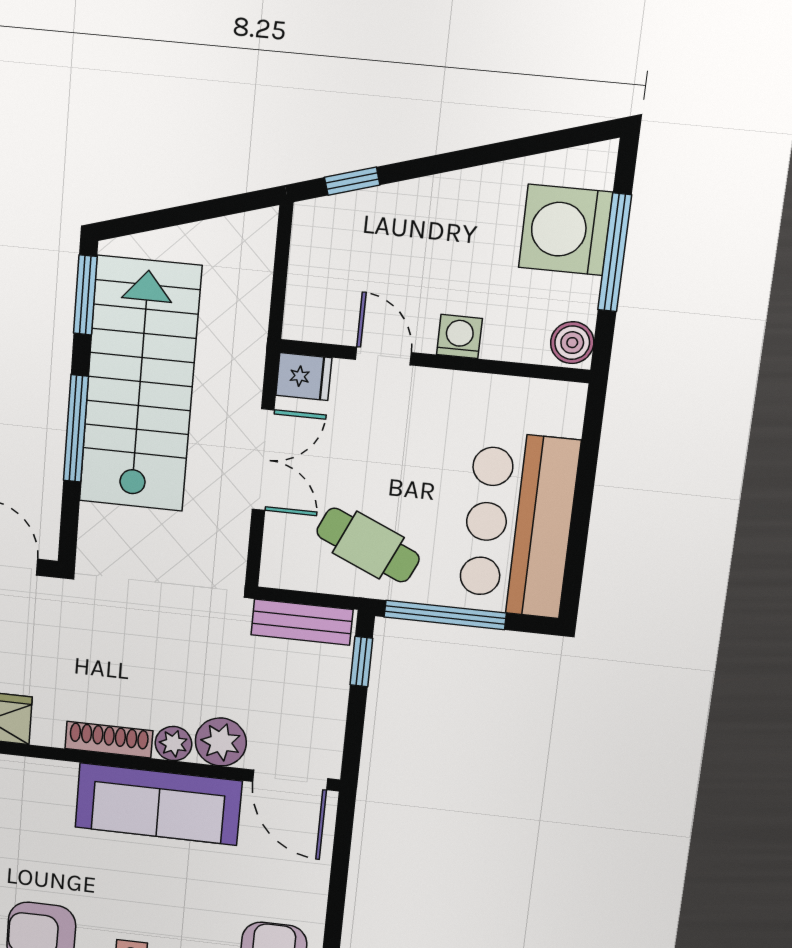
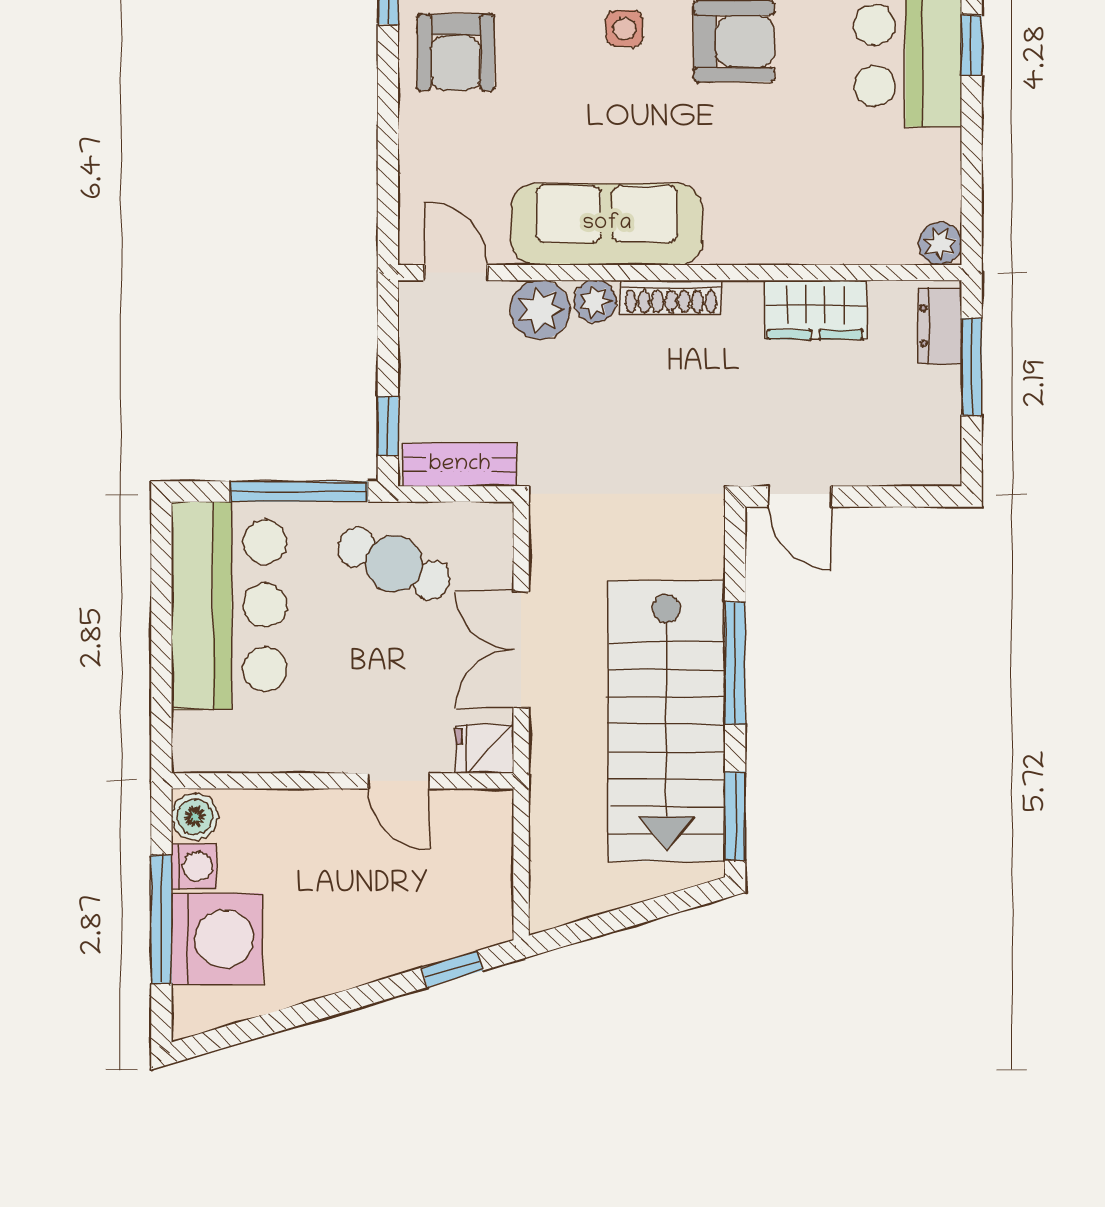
washing machine: (459, 336) -> (194, 867), moved, turned -90
door: (290, 780) -> (456, 273), width x0.73

